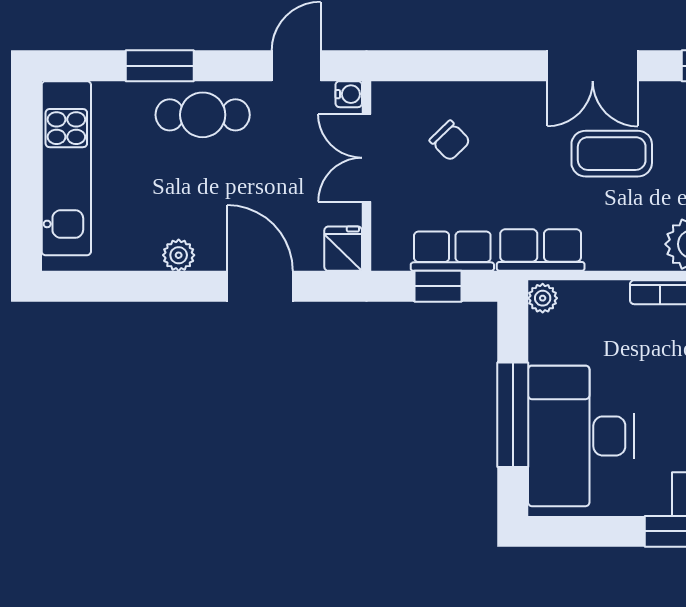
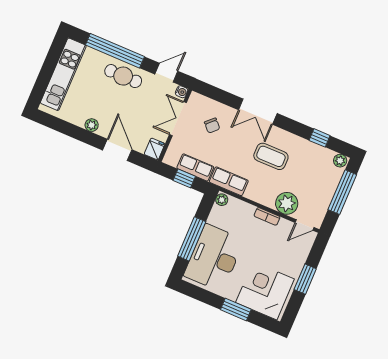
window: (160, 66) -> (115, 51), width x2.11
double door: (593, 66) -> (258, 112), moved

